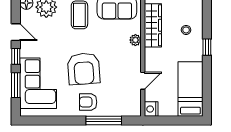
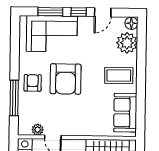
plant: (135, 40) -> (38, 130), moved
armchair: (84, 69) -> (66, 79), turned -86

